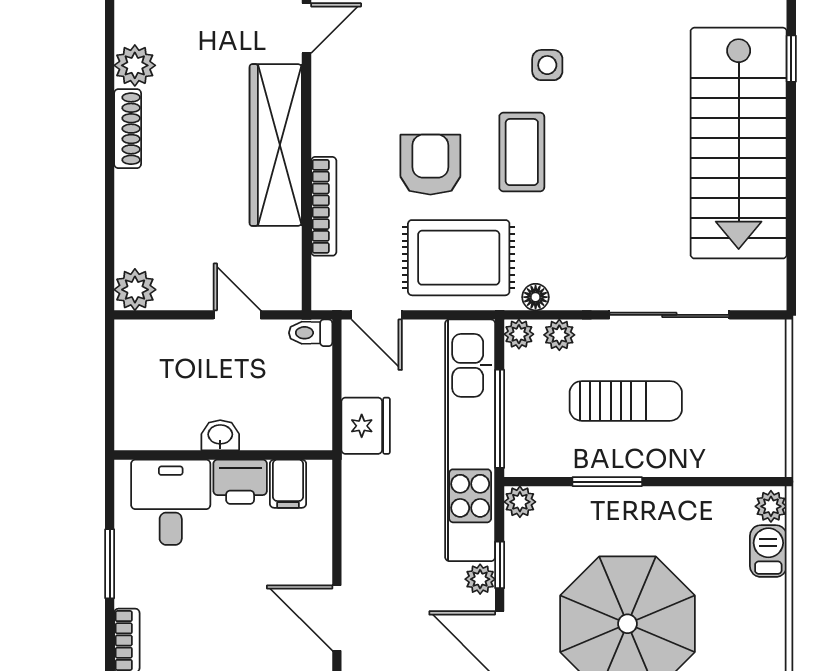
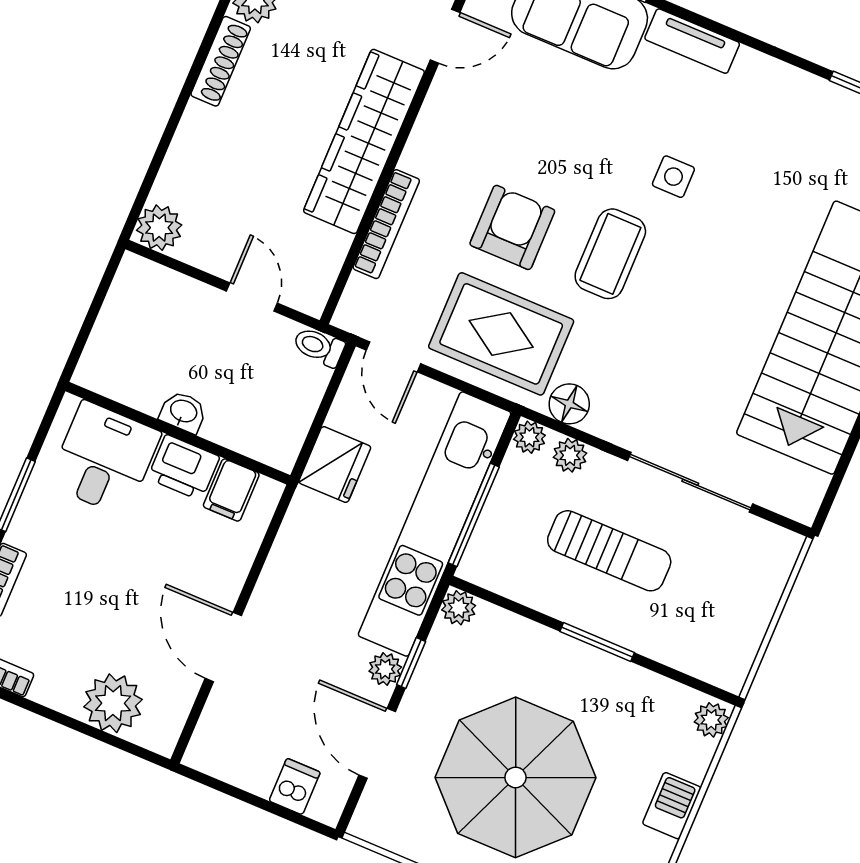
floor lamp: (536, 297) -> (569, 404), width x1.37, depth x1.37
window: (607, 482) -> (597, 642), moved
barbecue: (768, 551) -> (672, 806), moved

